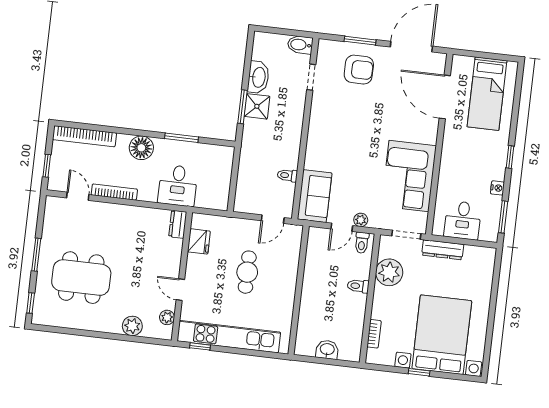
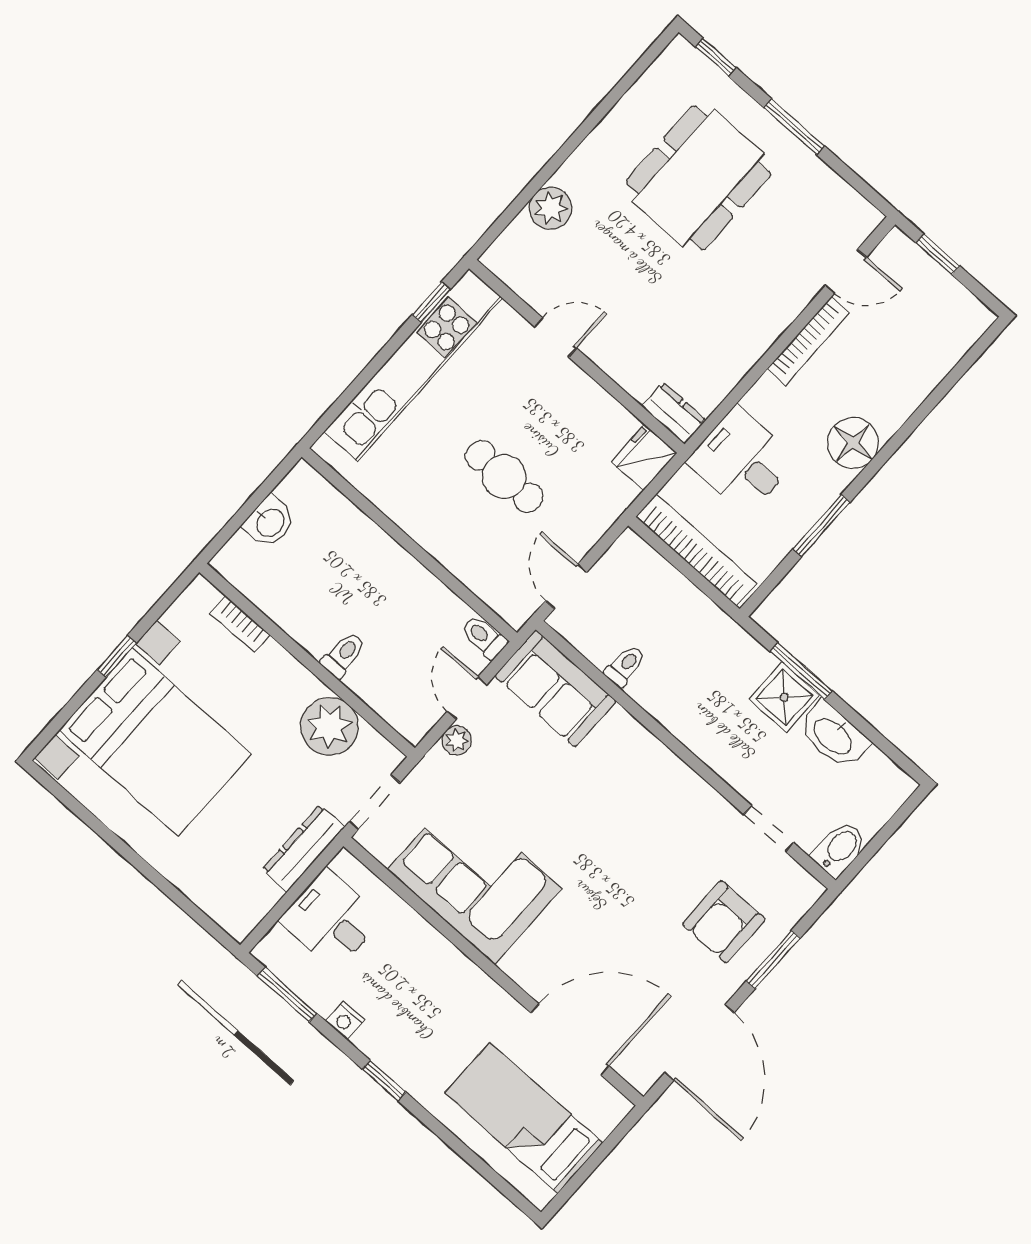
bookcase: (84, 136) -> (696, 550), moved, turned 90
fridge: (199, 241) -> (644, 457), moved, turned 90
toilet: (362, 243) -> (484, 637), moved
plant: (167, 317) -> (523, 280), removed

